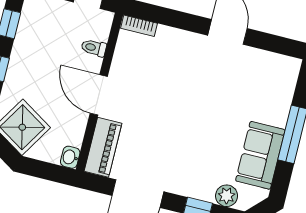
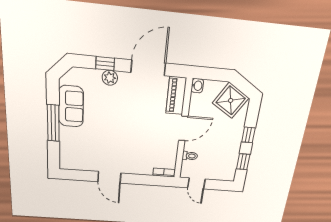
door: (99, 95) -> (183, 128), hinge flipped
plant: (227, 196) -> (110, 78), moved

